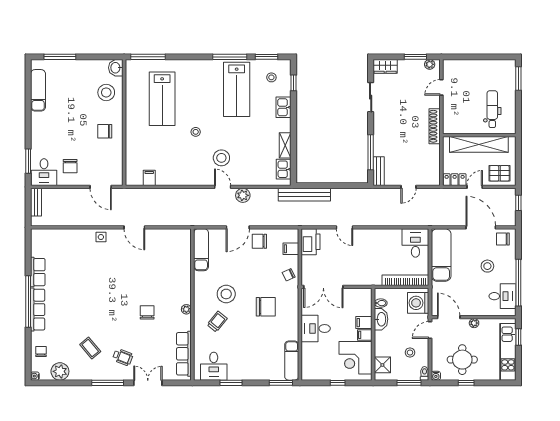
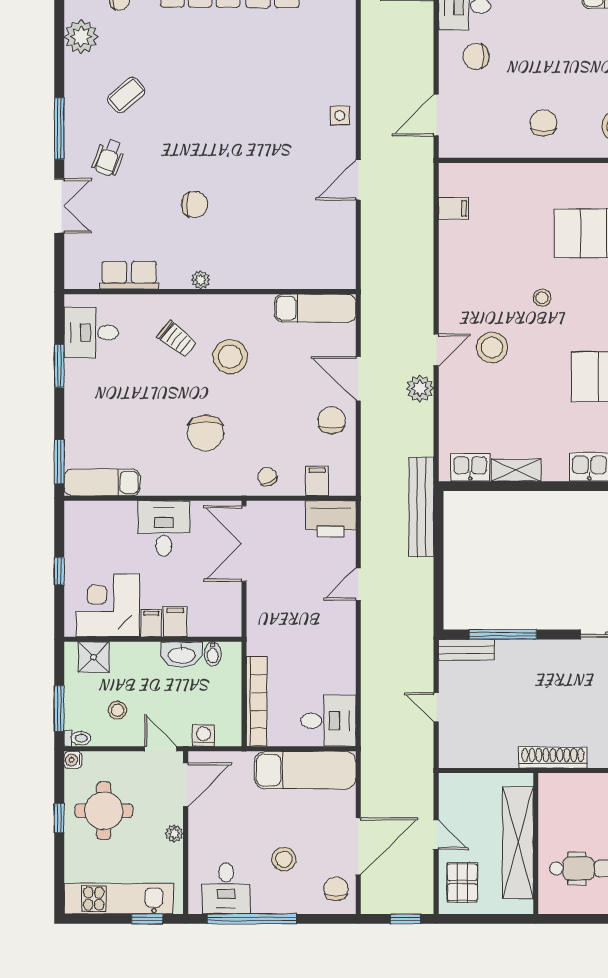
locker: (455, 180) -> (450, 796), removed
washing machine: (418, 303) -> (203, 735), width x0.53, depth x0.53
row of seats: (184, 354) -> (129, 275), width x0.68

